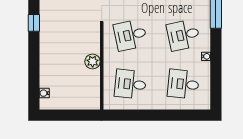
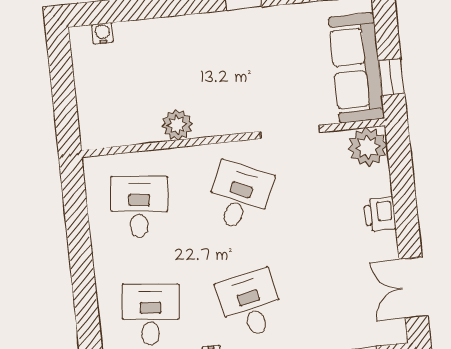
desk: (130, 35) -> (239, 196), turned 36

